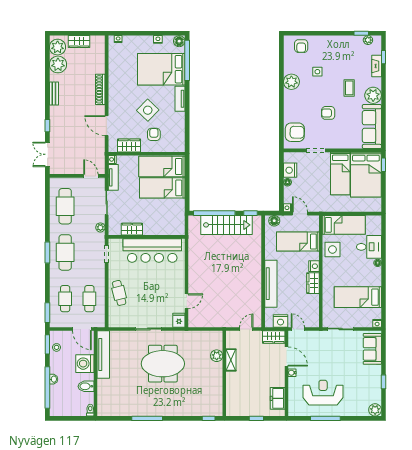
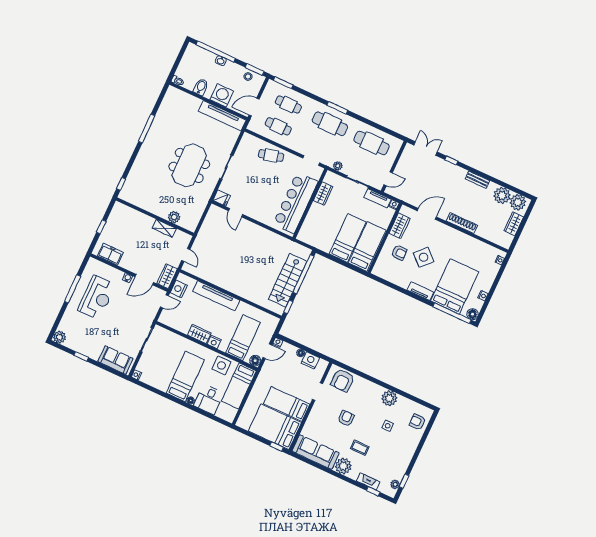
floor lamp: (274, 221) -> (255, 361), moved
bed: (358, 297) -> (185, 376), moved

